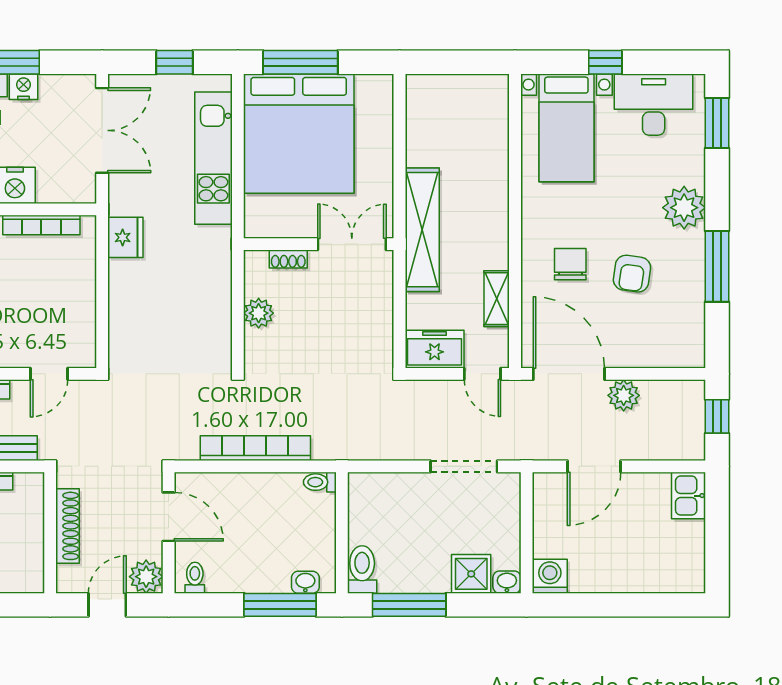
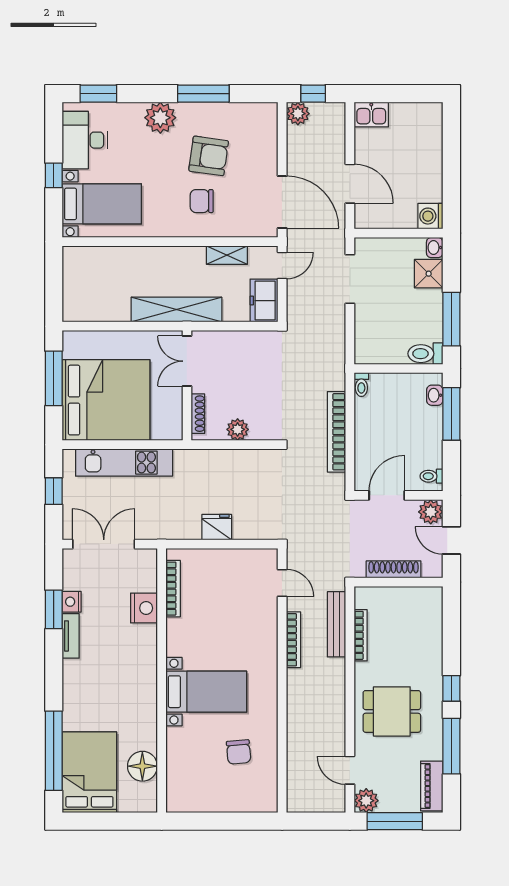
window: (300, 62) -> (54, 378), moved
fridge: (125, 237) -> (217, 527), moved
shoe rack: (288, 259) -> (198, 414), width x1.43
armchair: (632, 274) -> (209, 156), width x1.38, depth x1.38
door: (569, 374) -> (282, 202), swing flipped
plant: (624, 395) -> (298, 114), moved

